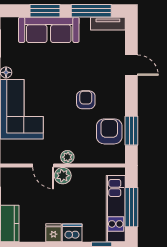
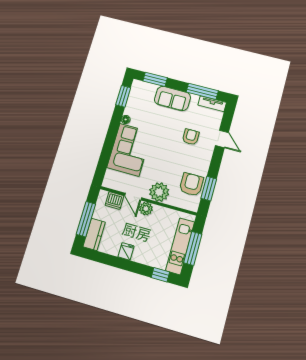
window: (45, 11) -> (155, 79), moved
sofa: (49, 30) -> (172, 98), width x0.73
armchair: (86, 100) -> (191, 137), moved
plant: (67, 157) -> (159, 192), width x1.88, depth x1.88
dishwasher: (72, 233) -> (114, 200), moved, turned 180

